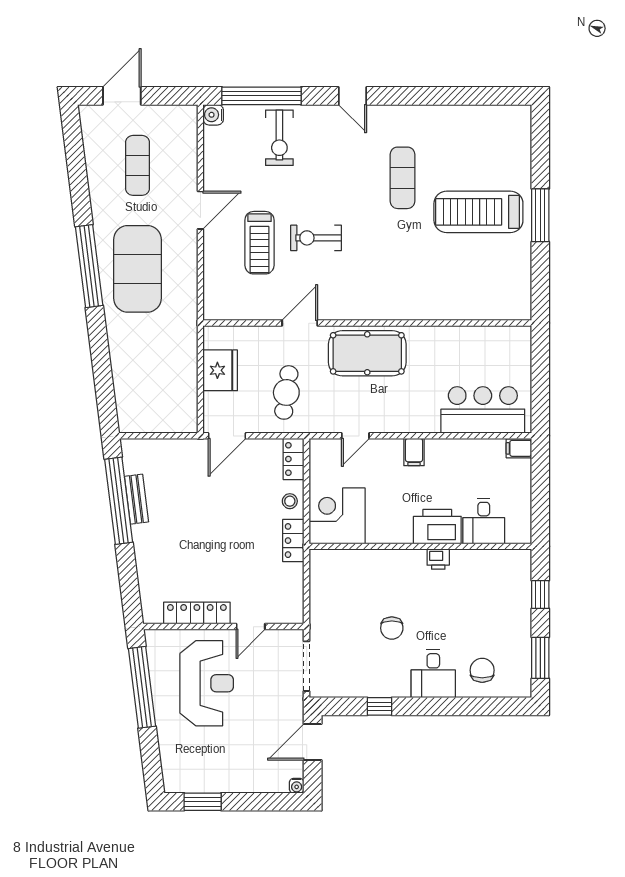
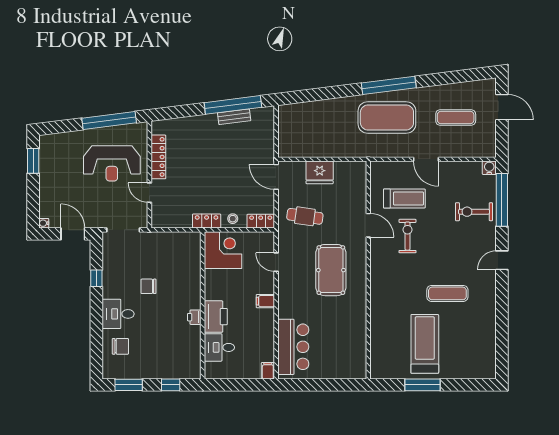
treadmill: (259, 243) -> (404, 199), turned 180
door: (300, 323) -> (368, 225), moved
wall: (367, 323) -> (368, 270), moved

